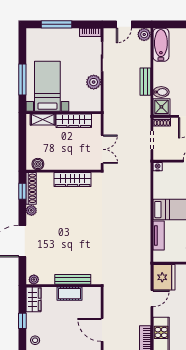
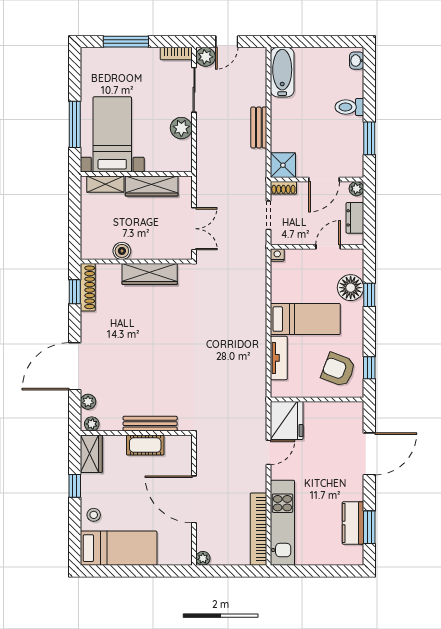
plant: (144, 35) -> (206, 57), moved
bidet: (161, 92) -> (282, 143), removed
boiler: (38, 164) -> (122, 251), moved
plant: (31, 210) -> (88, 402), moved
door: (102, 330) -> (194, 499), width x1.36

